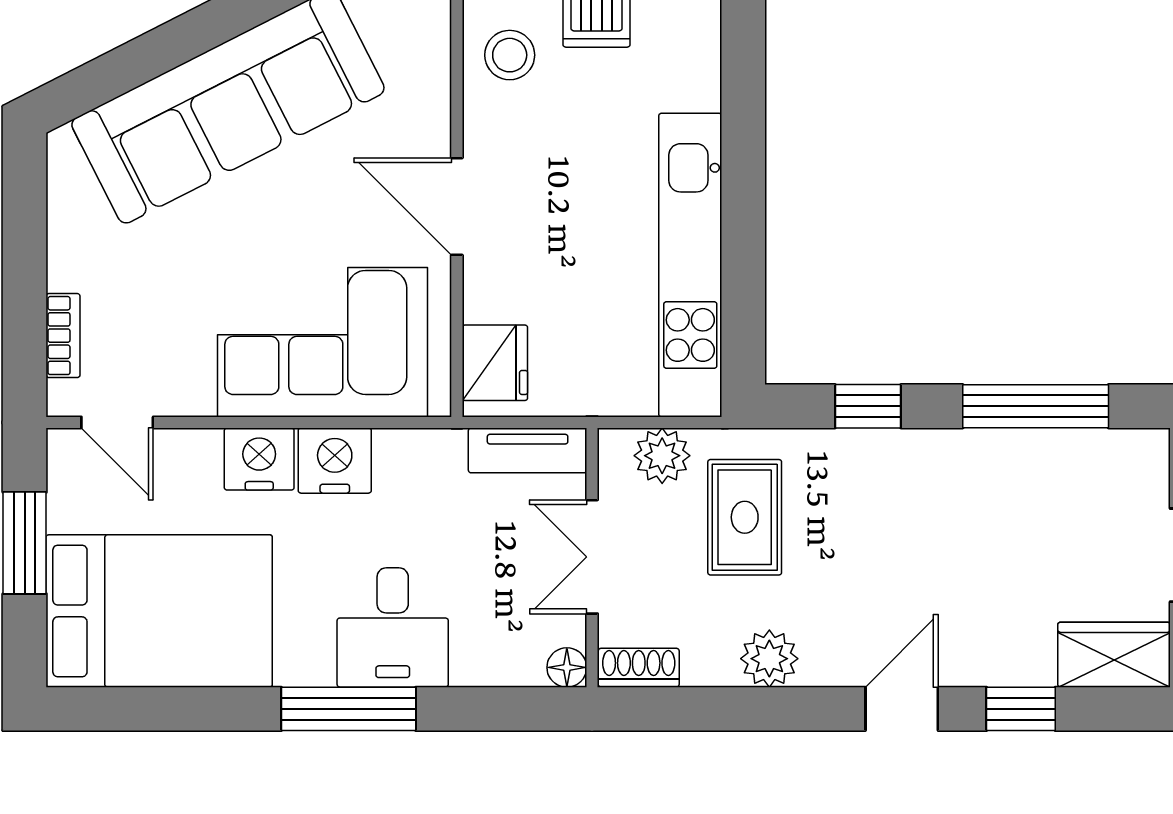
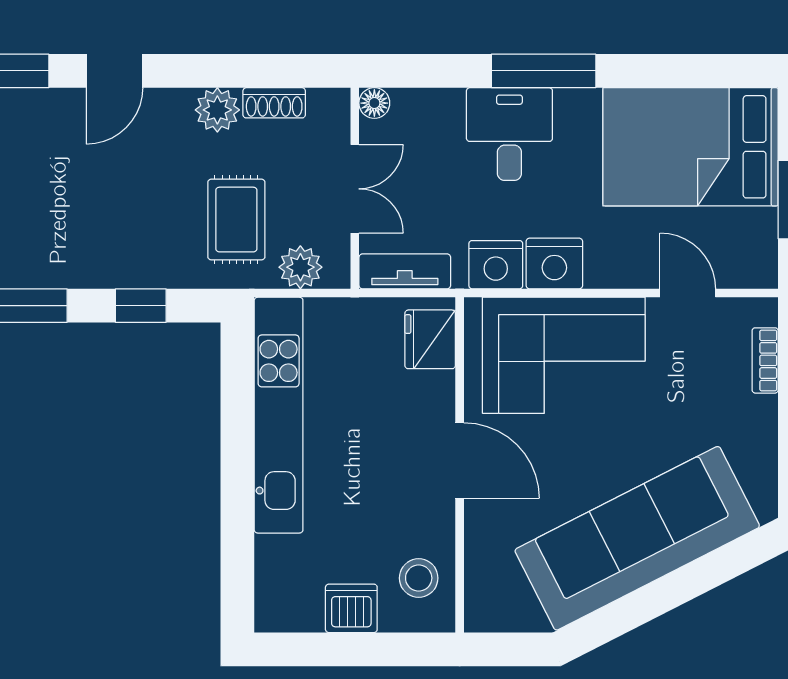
door: (117, 422) -> (688, 293), moved
nightstand: (259, 459) -> (496, 265), moved
shoe rack: (639, 668) -> (274, 103), moved

